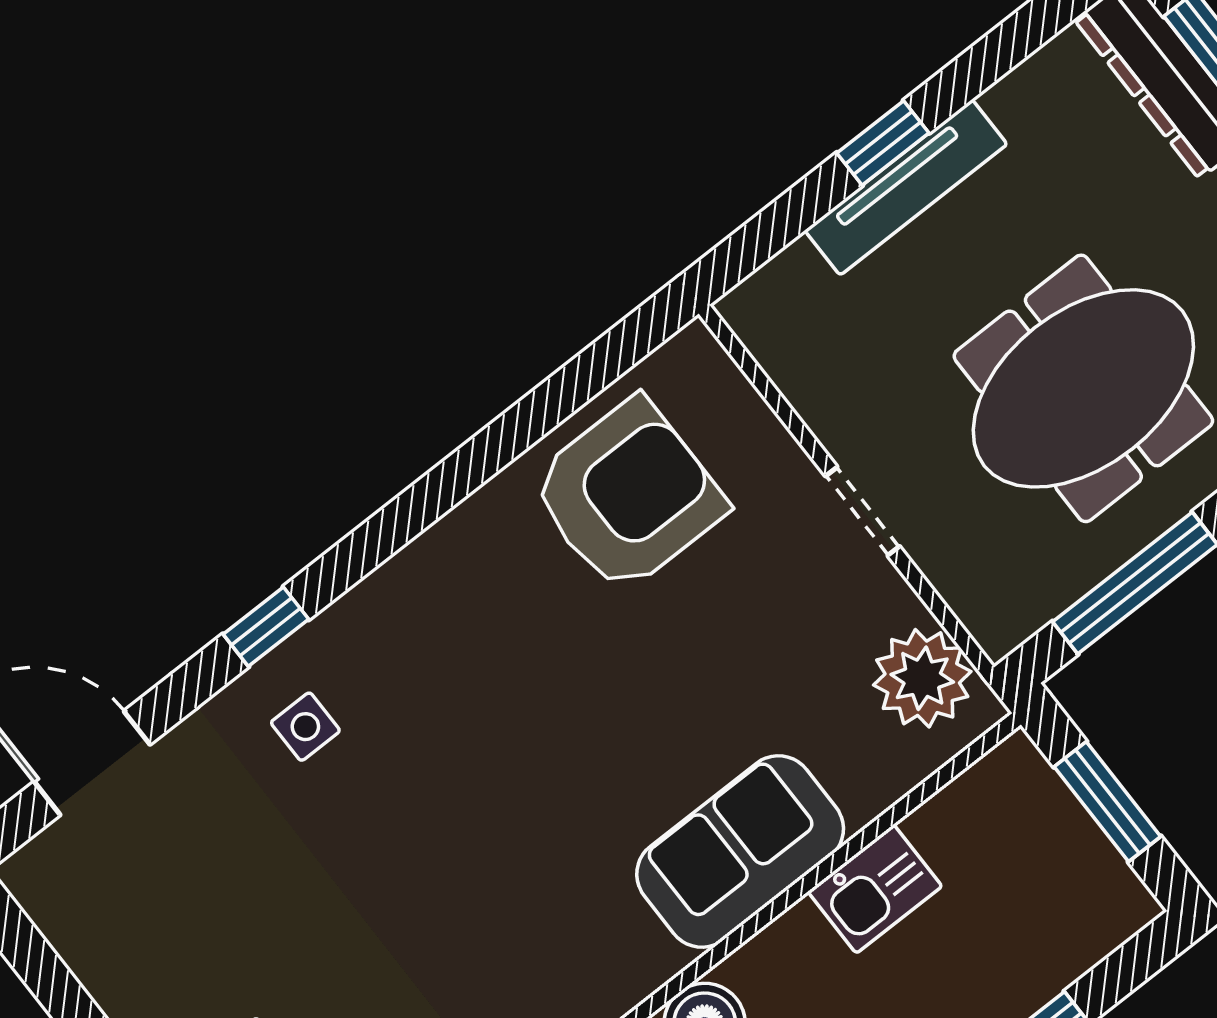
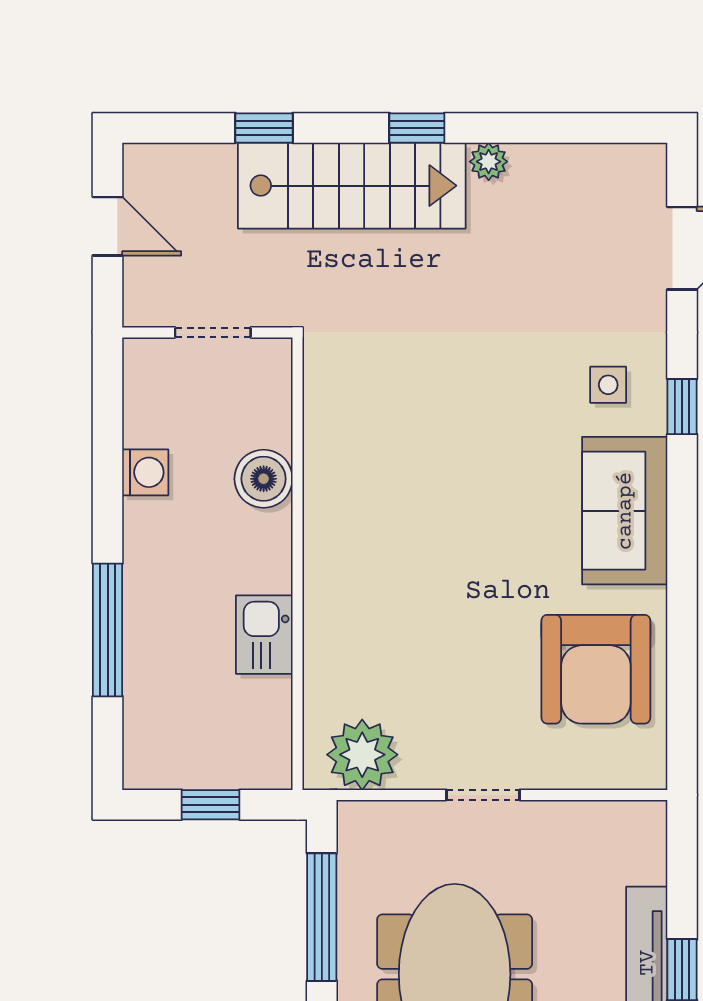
window: (1107, 802) -> (211, 805), width x0.67
sofa: (740, 851) -> (625, 511), moved, turned 180

